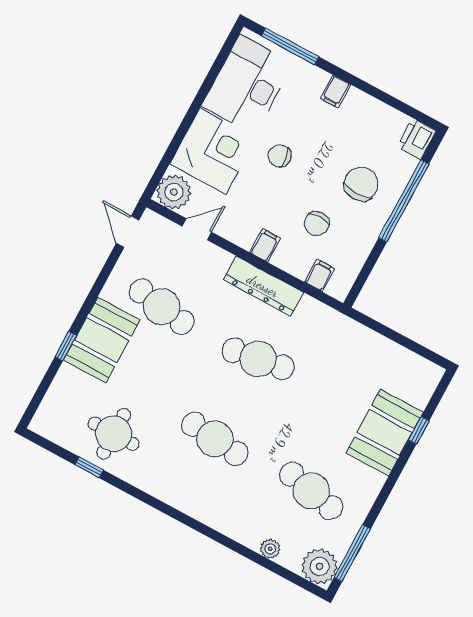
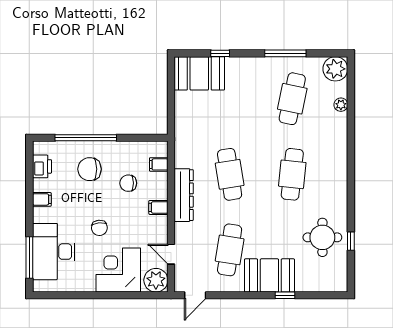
desk: (247, 85) -> (54, 252), moved, turned 90
filing cabinet: (336, 91) -> (42, 199), moved
printer: (417, 139) -> (42, 166), moved, turned -90
chair: (317, 224) -> (128, 183), turned 180
booth: (385, 433) -> (199, 73), moved
window: (352, 553) -> (285, 53), moved

